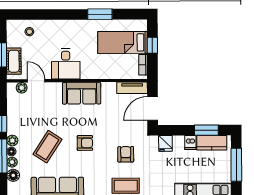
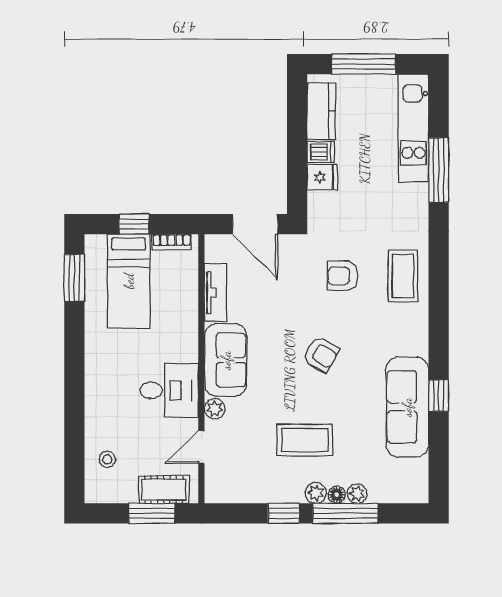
window: (100, 14) -> (74, 278), moved
plant: (22, 88) -> (215, 409), moved
tv unit: (132, 88) -> (216, 293), moved
window: (206, 130) -> (297, 121), removed
armchair: (85, 143) -> (321, 354), turned 120
fridge: (165, 143) -> (322, 177), moved
coffee table: (47, 147) -> (305, 440), moved, turned -33
floor lamp: (13, 175) -> (382, 492), removed

